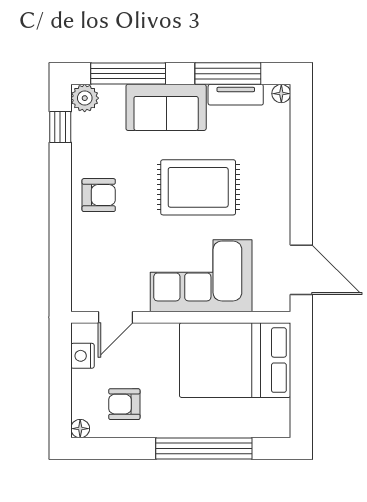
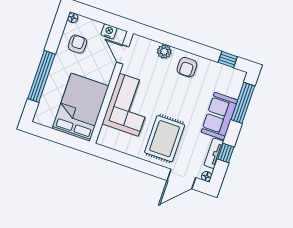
window: (228, 74) -> (226, 153), width x0.46
plant: (85, 98) -> (164, 52), moved
rug: (198, 187) -> (165, 139), moved
door: (301, 270) -> (181, 179), moved

